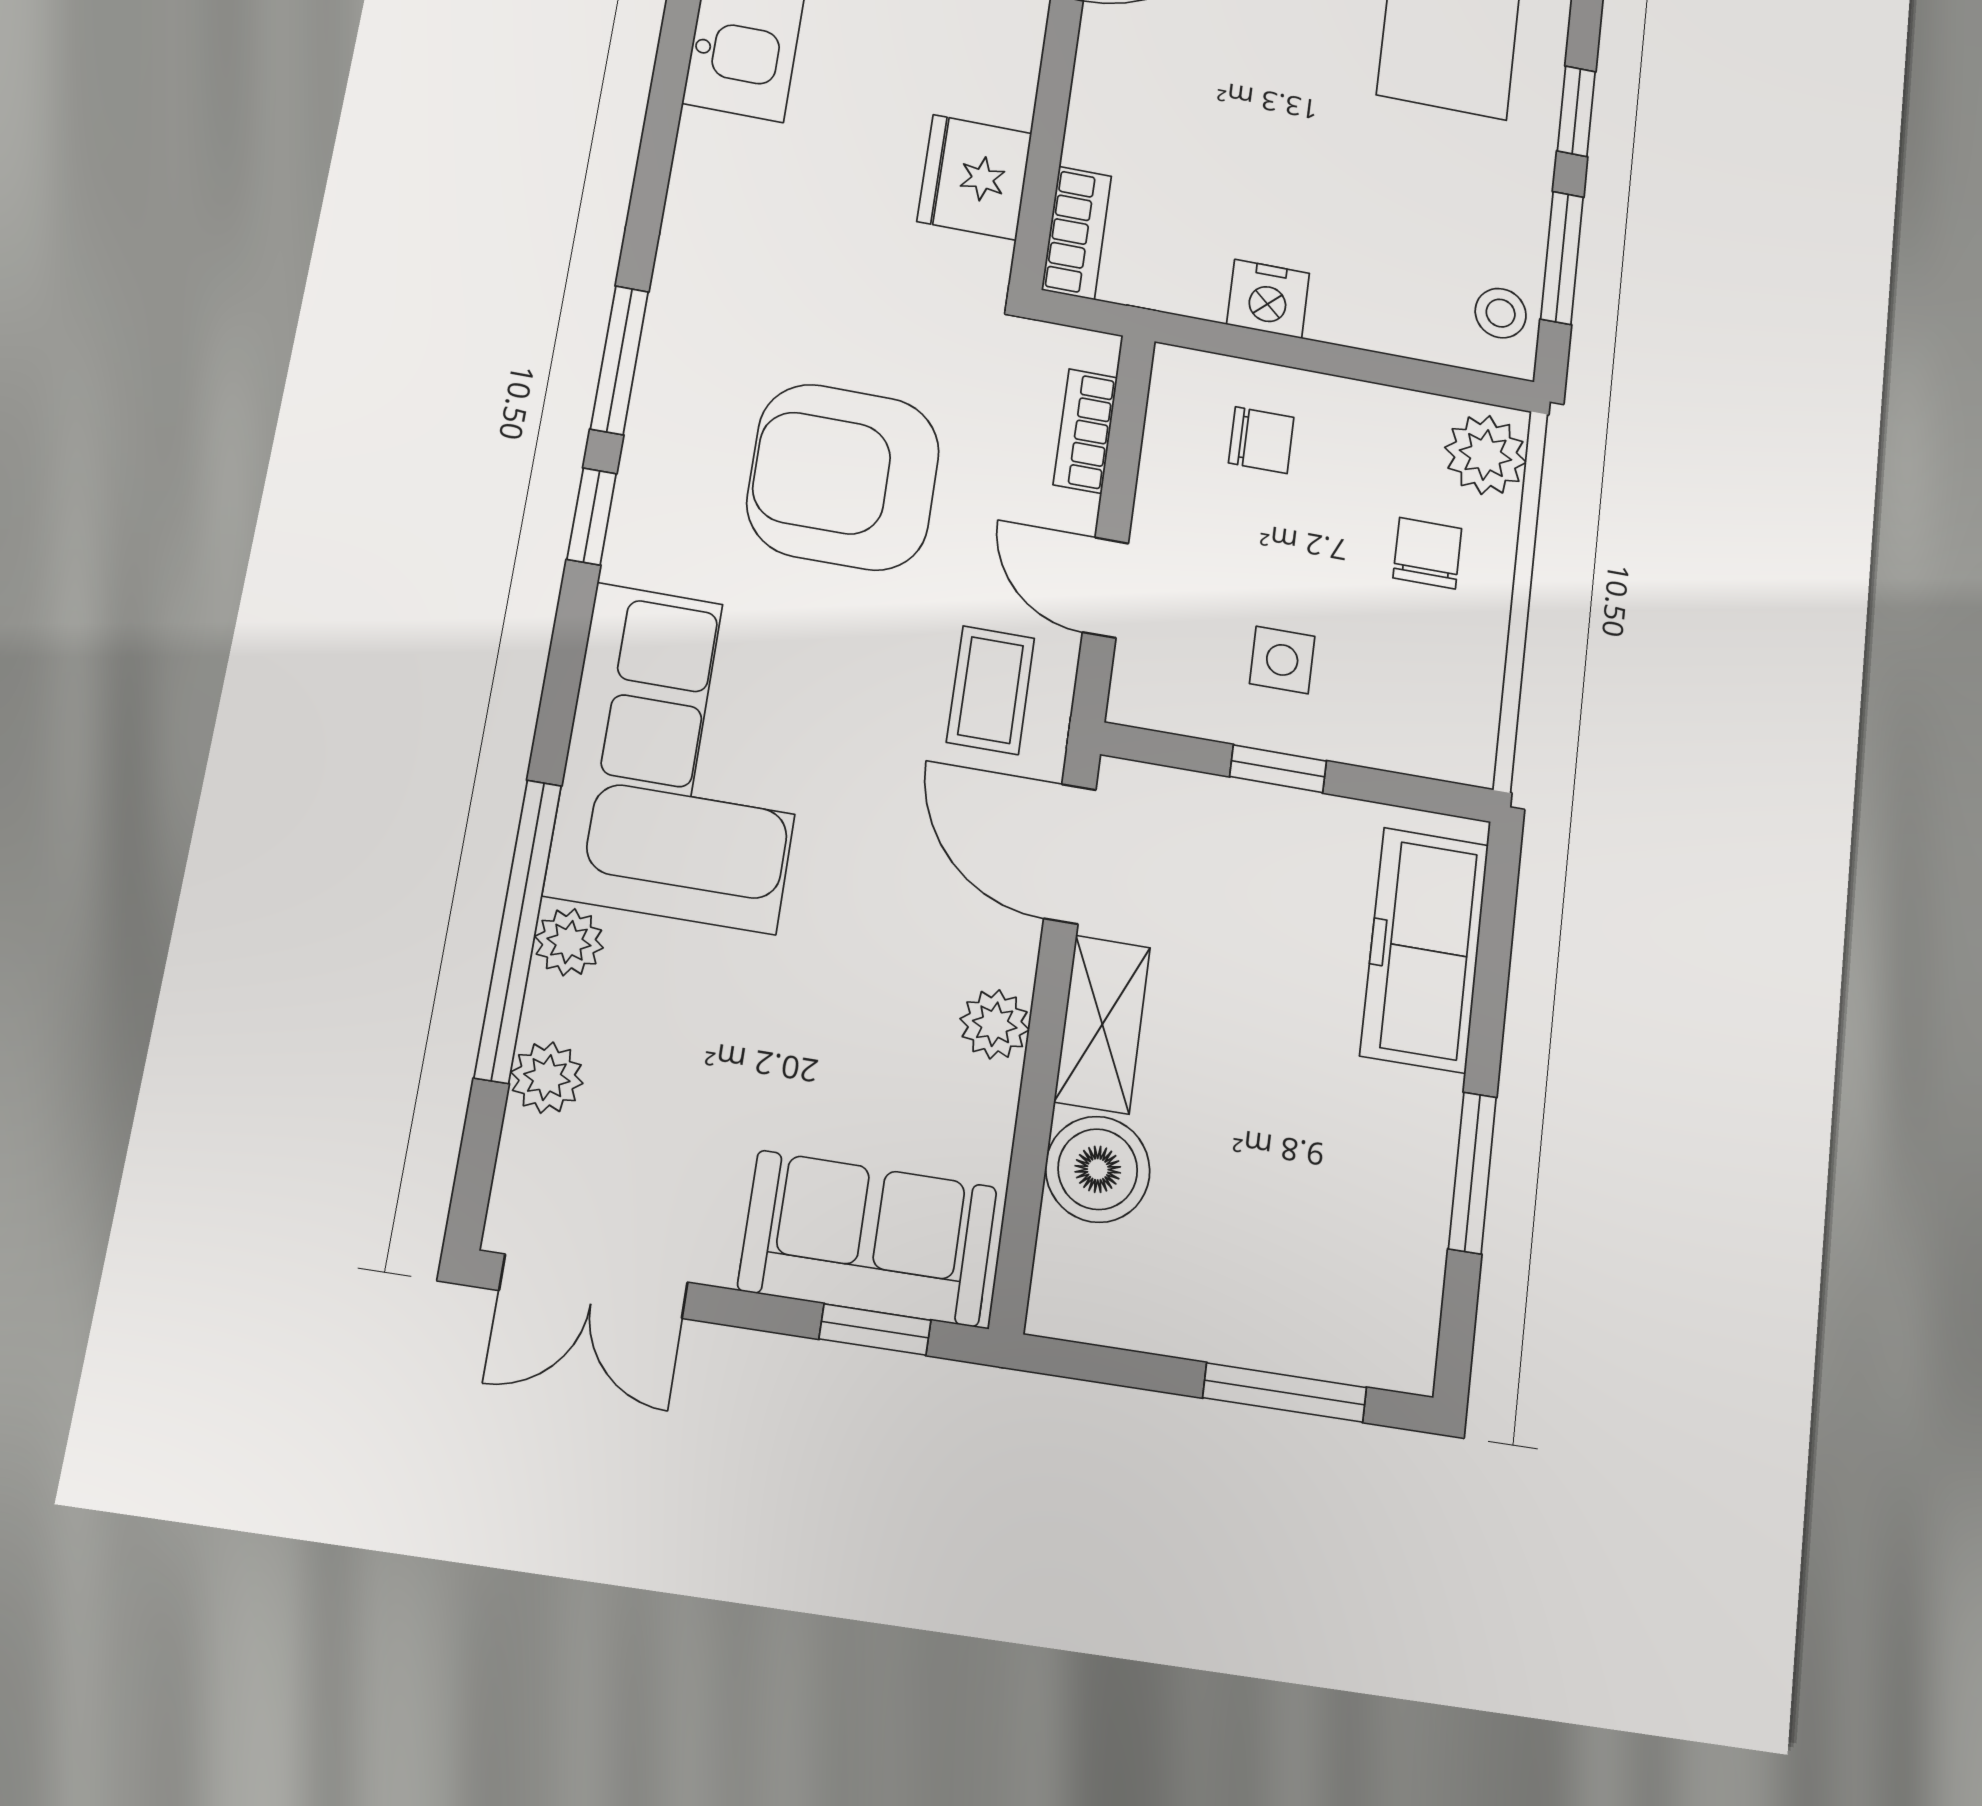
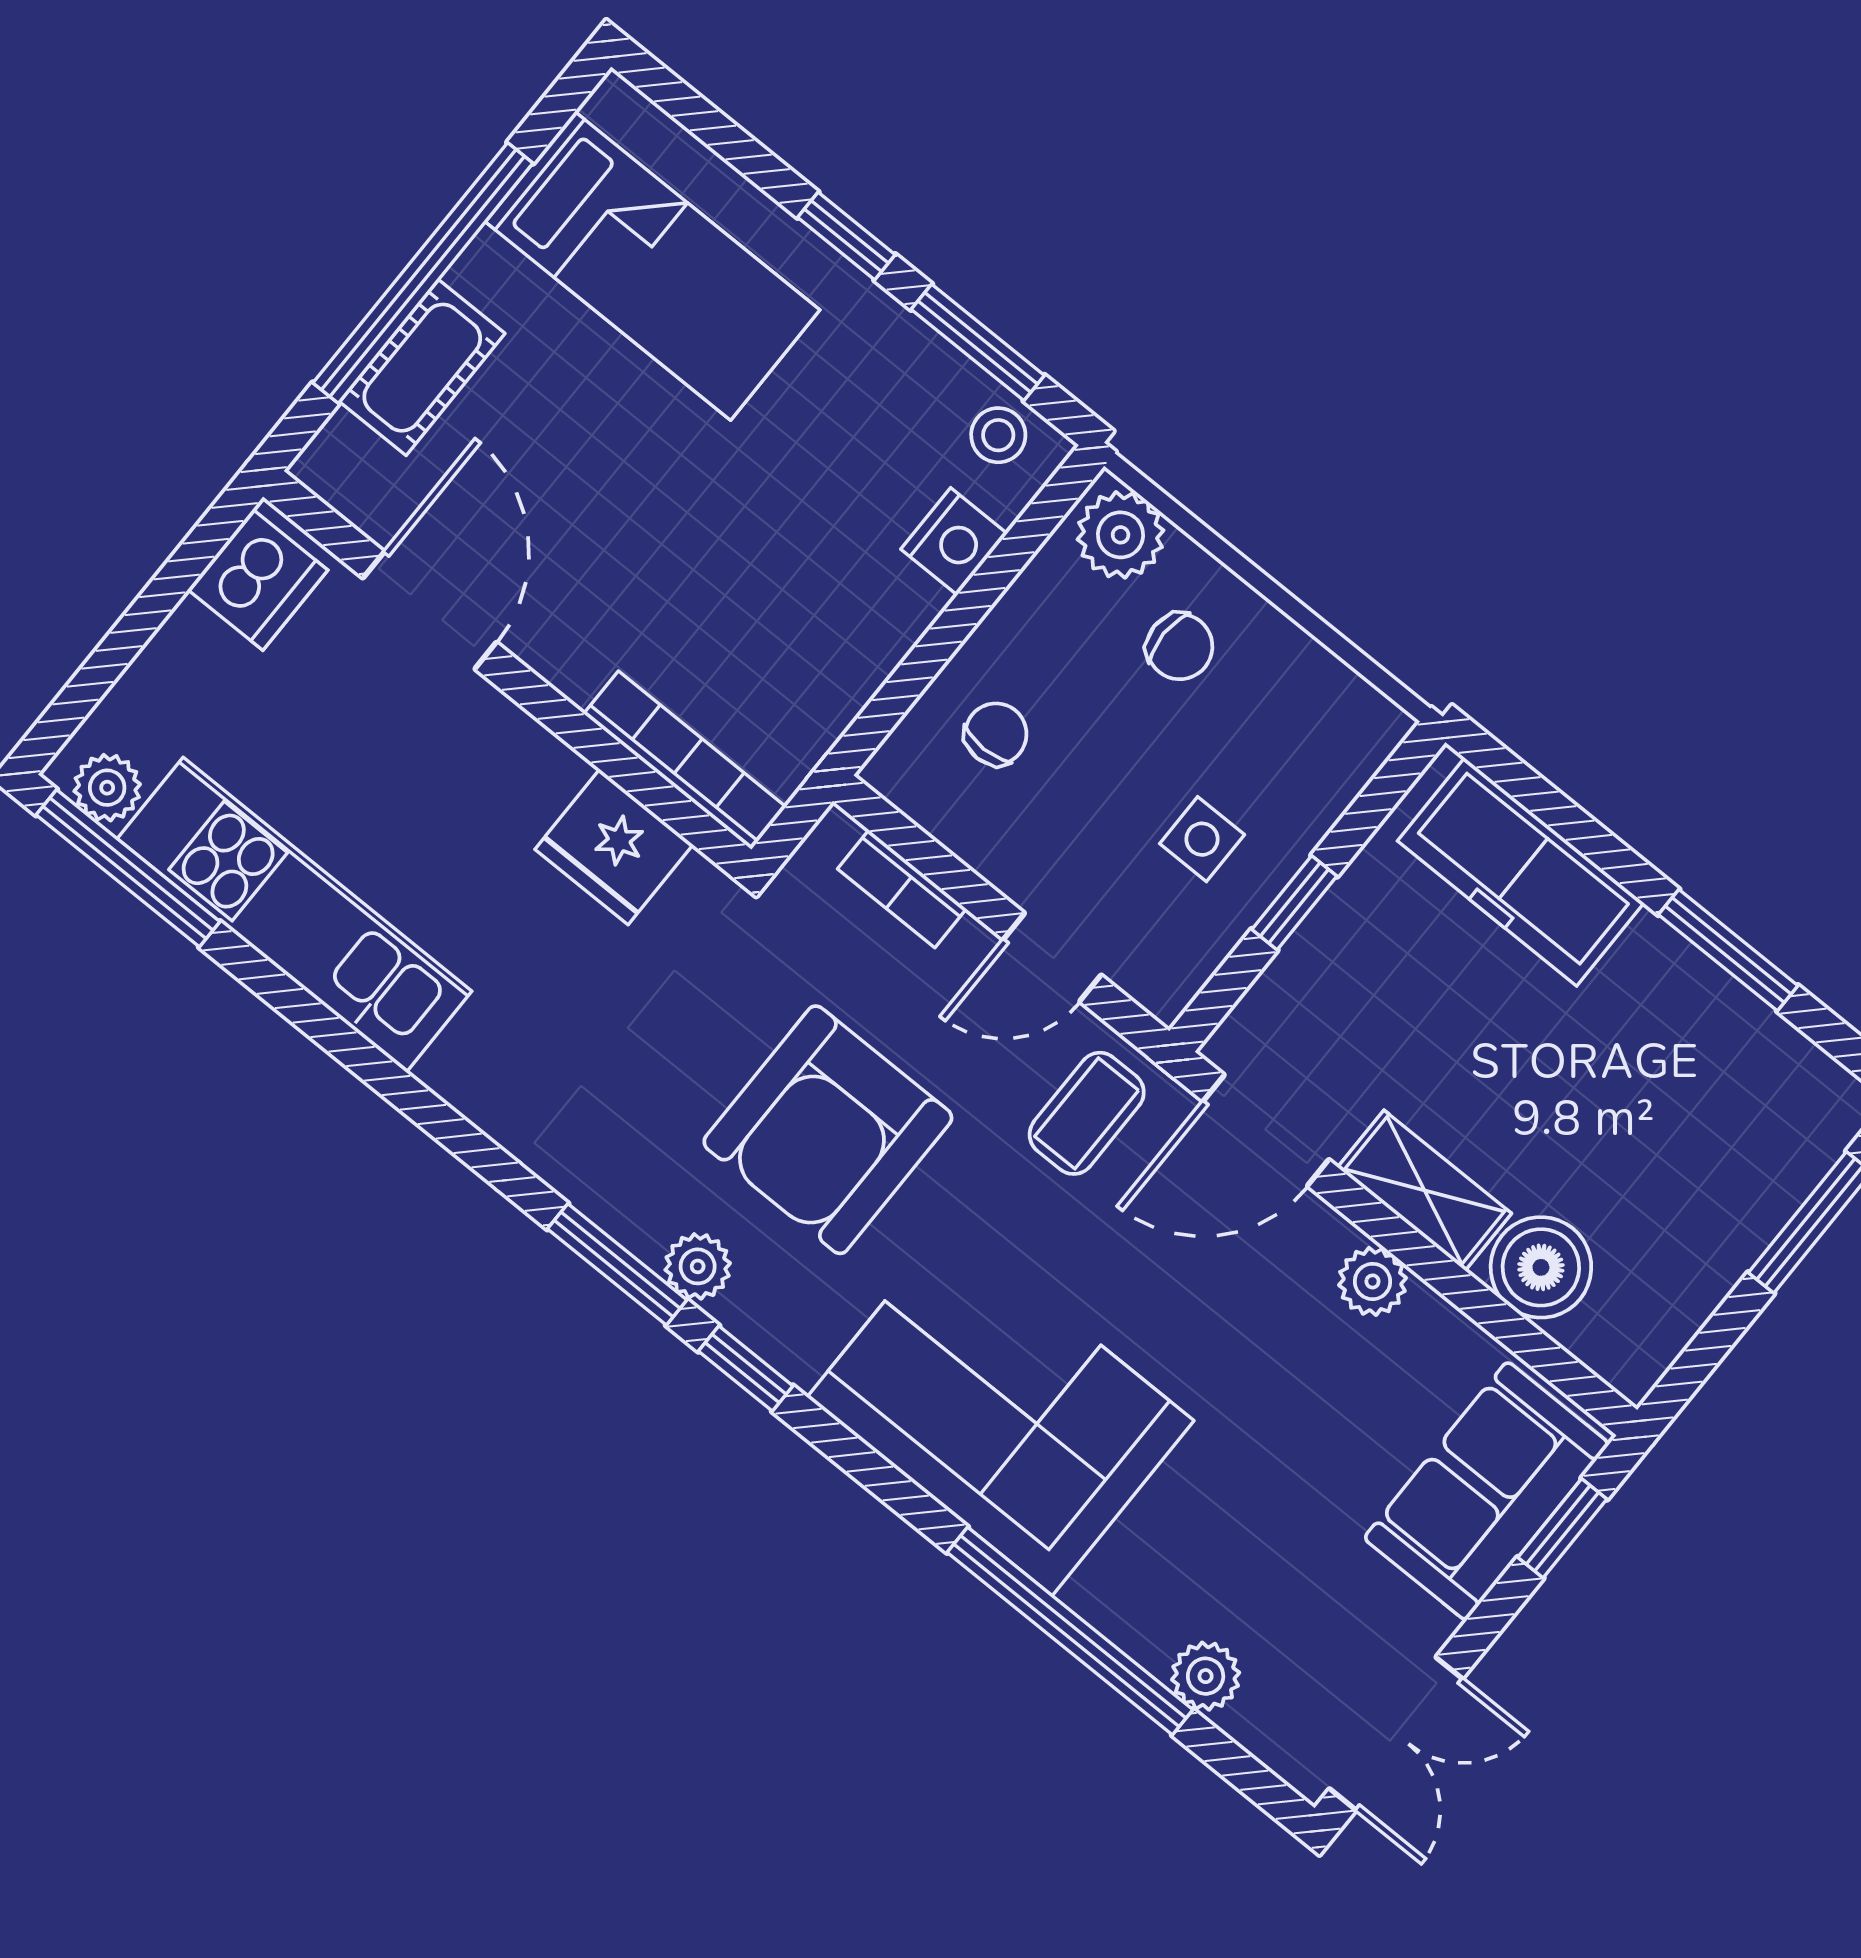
bookcase: (1077, 233) -> (685, 760), width x1.56
nightstand: (1268, 299) -> (954, 541), moved
chair: (1427, 553) -> (1180, 647), turned 180
coffee table: (991, 690) -> (1087, 1113), turned 90
plant: (569, 942) -> (698, 1266), moved

